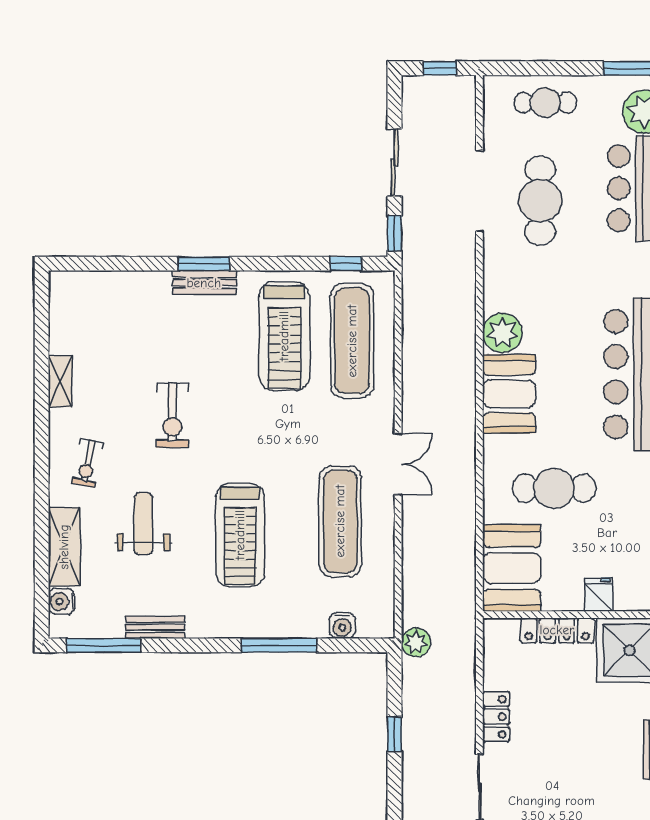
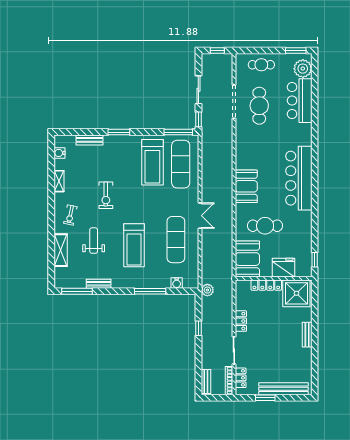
window: (346, 264) -> (178, 132), width x2.17
bench: (204, 283) -> (89, 140), moved
plant: (502, 333) -> (243, 161), removed
fridge: (598, 594) -> (284, 268), width x1.88, depth x1.34
water cooler: (61, 601) -> (59, 153), moved

